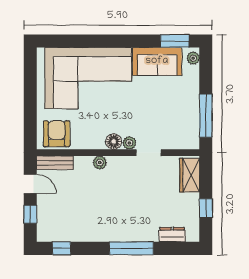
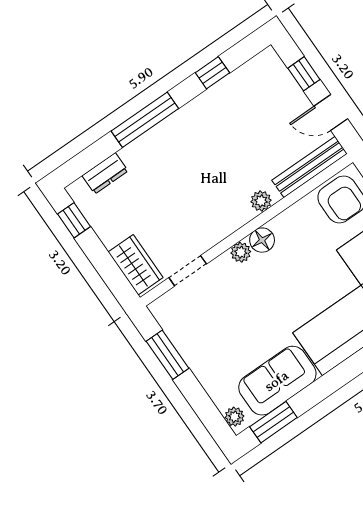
window: (206, 116) -> (167, 355), width x0.69
doorway: (149, 153) -> (188, 271), moved
bench: (55, 163) -> (310, 167), width x1.36
window: (206, 208) -> (74, 220), moved
window: (62, 248) -> (212, 73), moved

